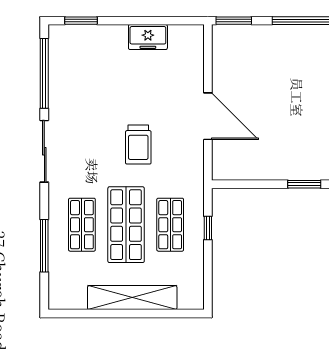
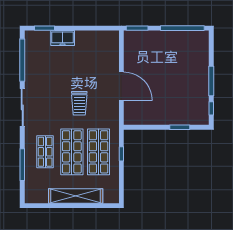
freezer: (148, 37) -> (63, 38), moved
shop shelf: (170, 225) -> (99, 152), width x1.43, depth x1.36

